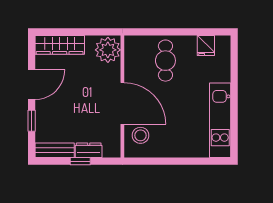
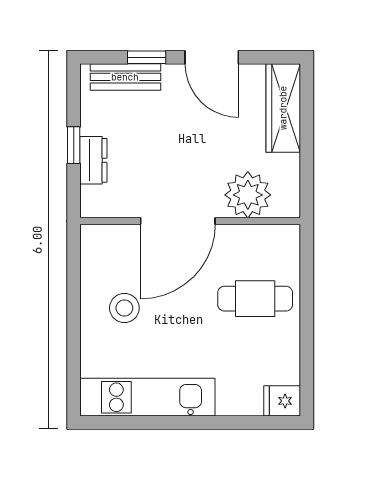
fridge: (206, 46) -> (282, 401), moved
plant: (108, 50) -> (248, 195), moved
stool: (141, 135) -> (124, 308), moved
bench: (55, 150) -> (125, 77), moved, turned 90

